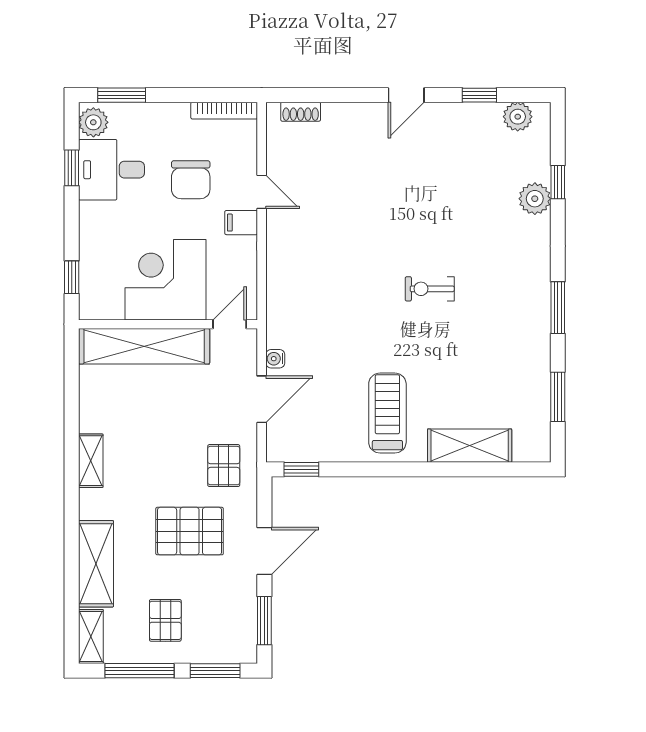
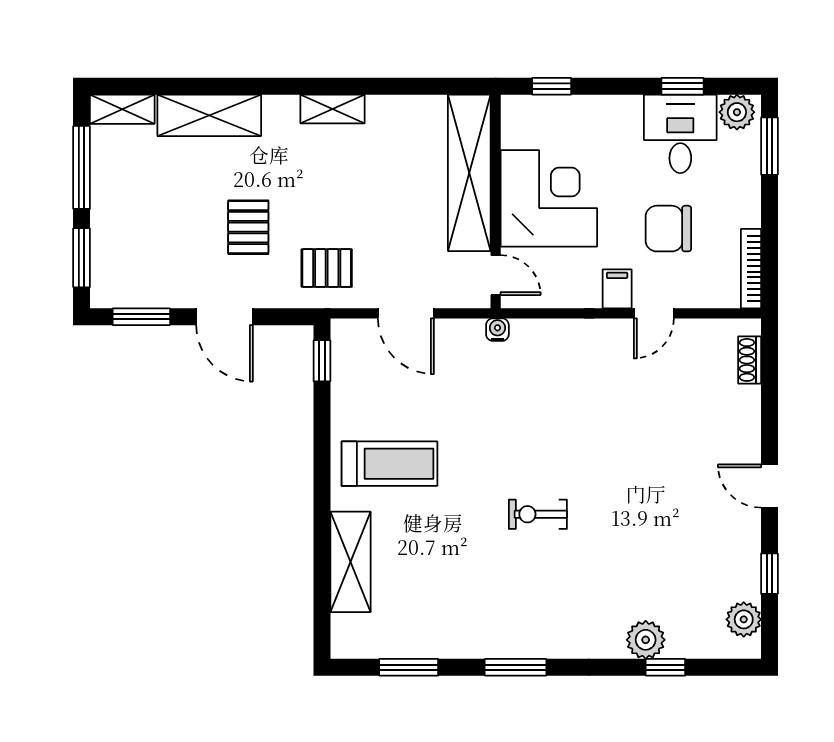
exercise bike: (430, 289) -> (538, 514), turned -90
water cooler: (275, 359) -> (497, 330), moved
pallet: (190, 531) -> (248, 227), width x0.67, depth x0.71
pallet: (165, 620) -> (142, 198), removed

